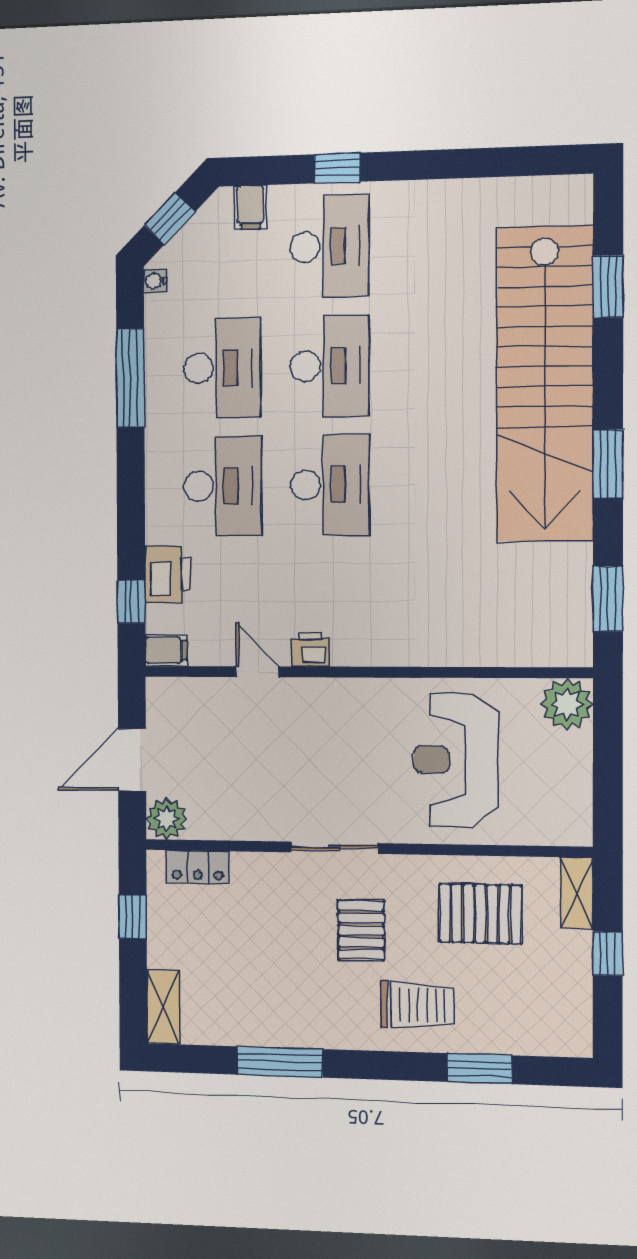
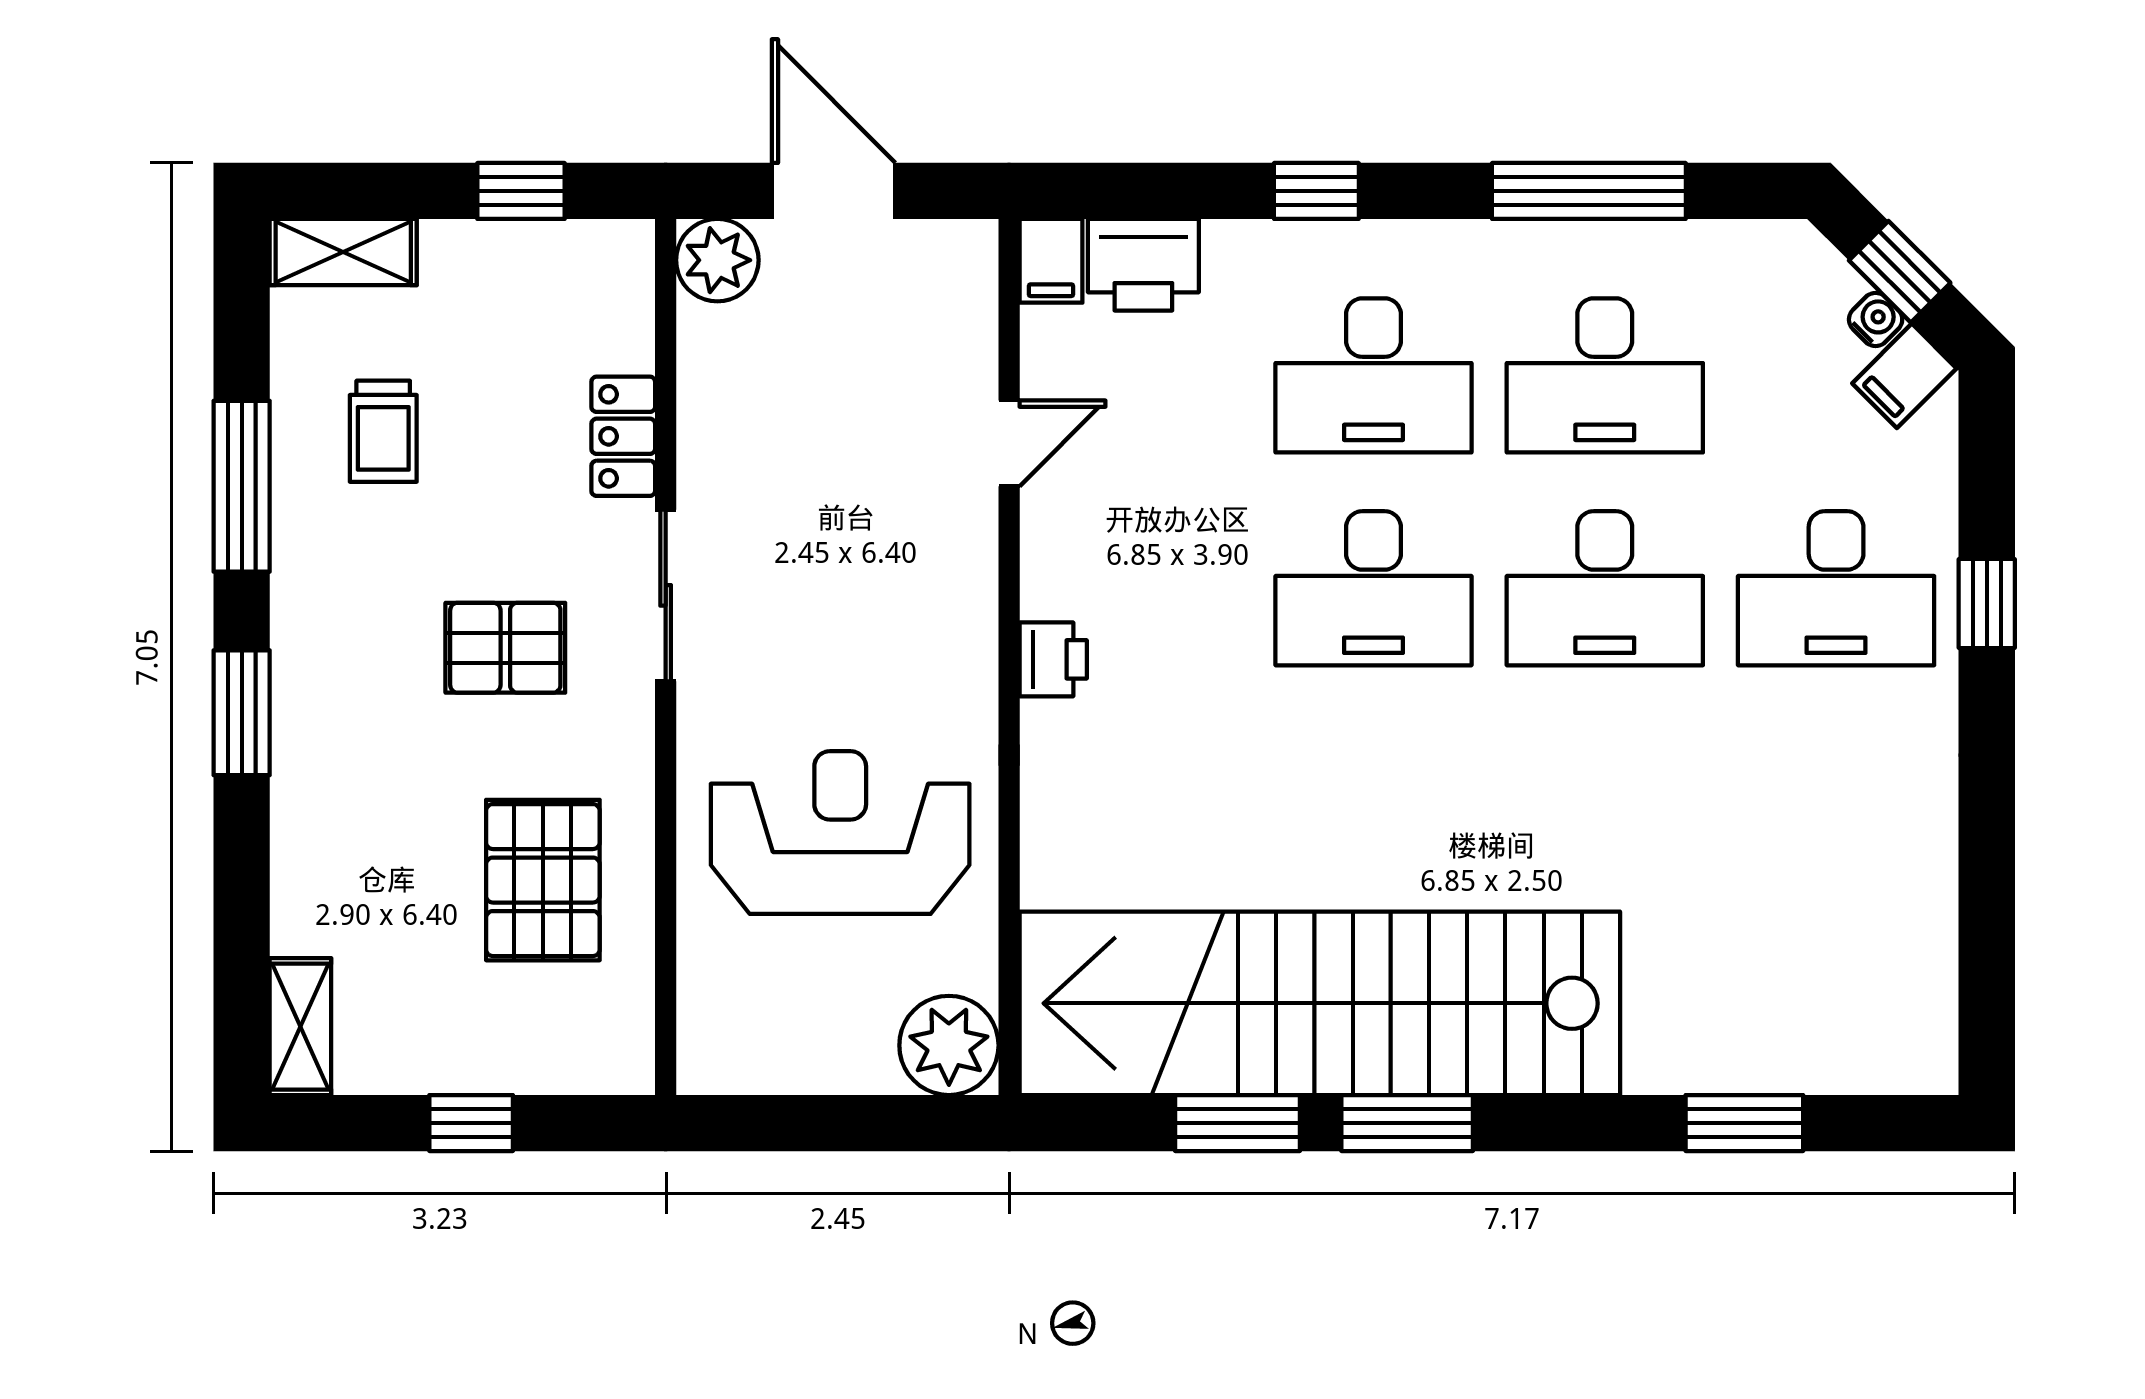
filing cabinet: (250, 207) -> (1904, 376), moved, turned -45
water cooler: (155, 281) -> (1876, 320), moved, turned 45
stairs: (545, 384) -> (1320, 1003), moved
printer: (168, 574) -> (1143, 265), moved
window: (608, 599) -> (1237, 1123), moved
window: (131, 602) -> (1316, 191), moved
printer: (311, 649) -> (1053, 659), moved
locker: (198, 867) -> (623, 436), moved
shelving: (577, 893) -> (300, 1027), moved, turned 90
trolley: (417, 1005) -> (383, 431), moved, width x0.73, depth x0.72
window: (479, 1069) -> (242, 713), moved

